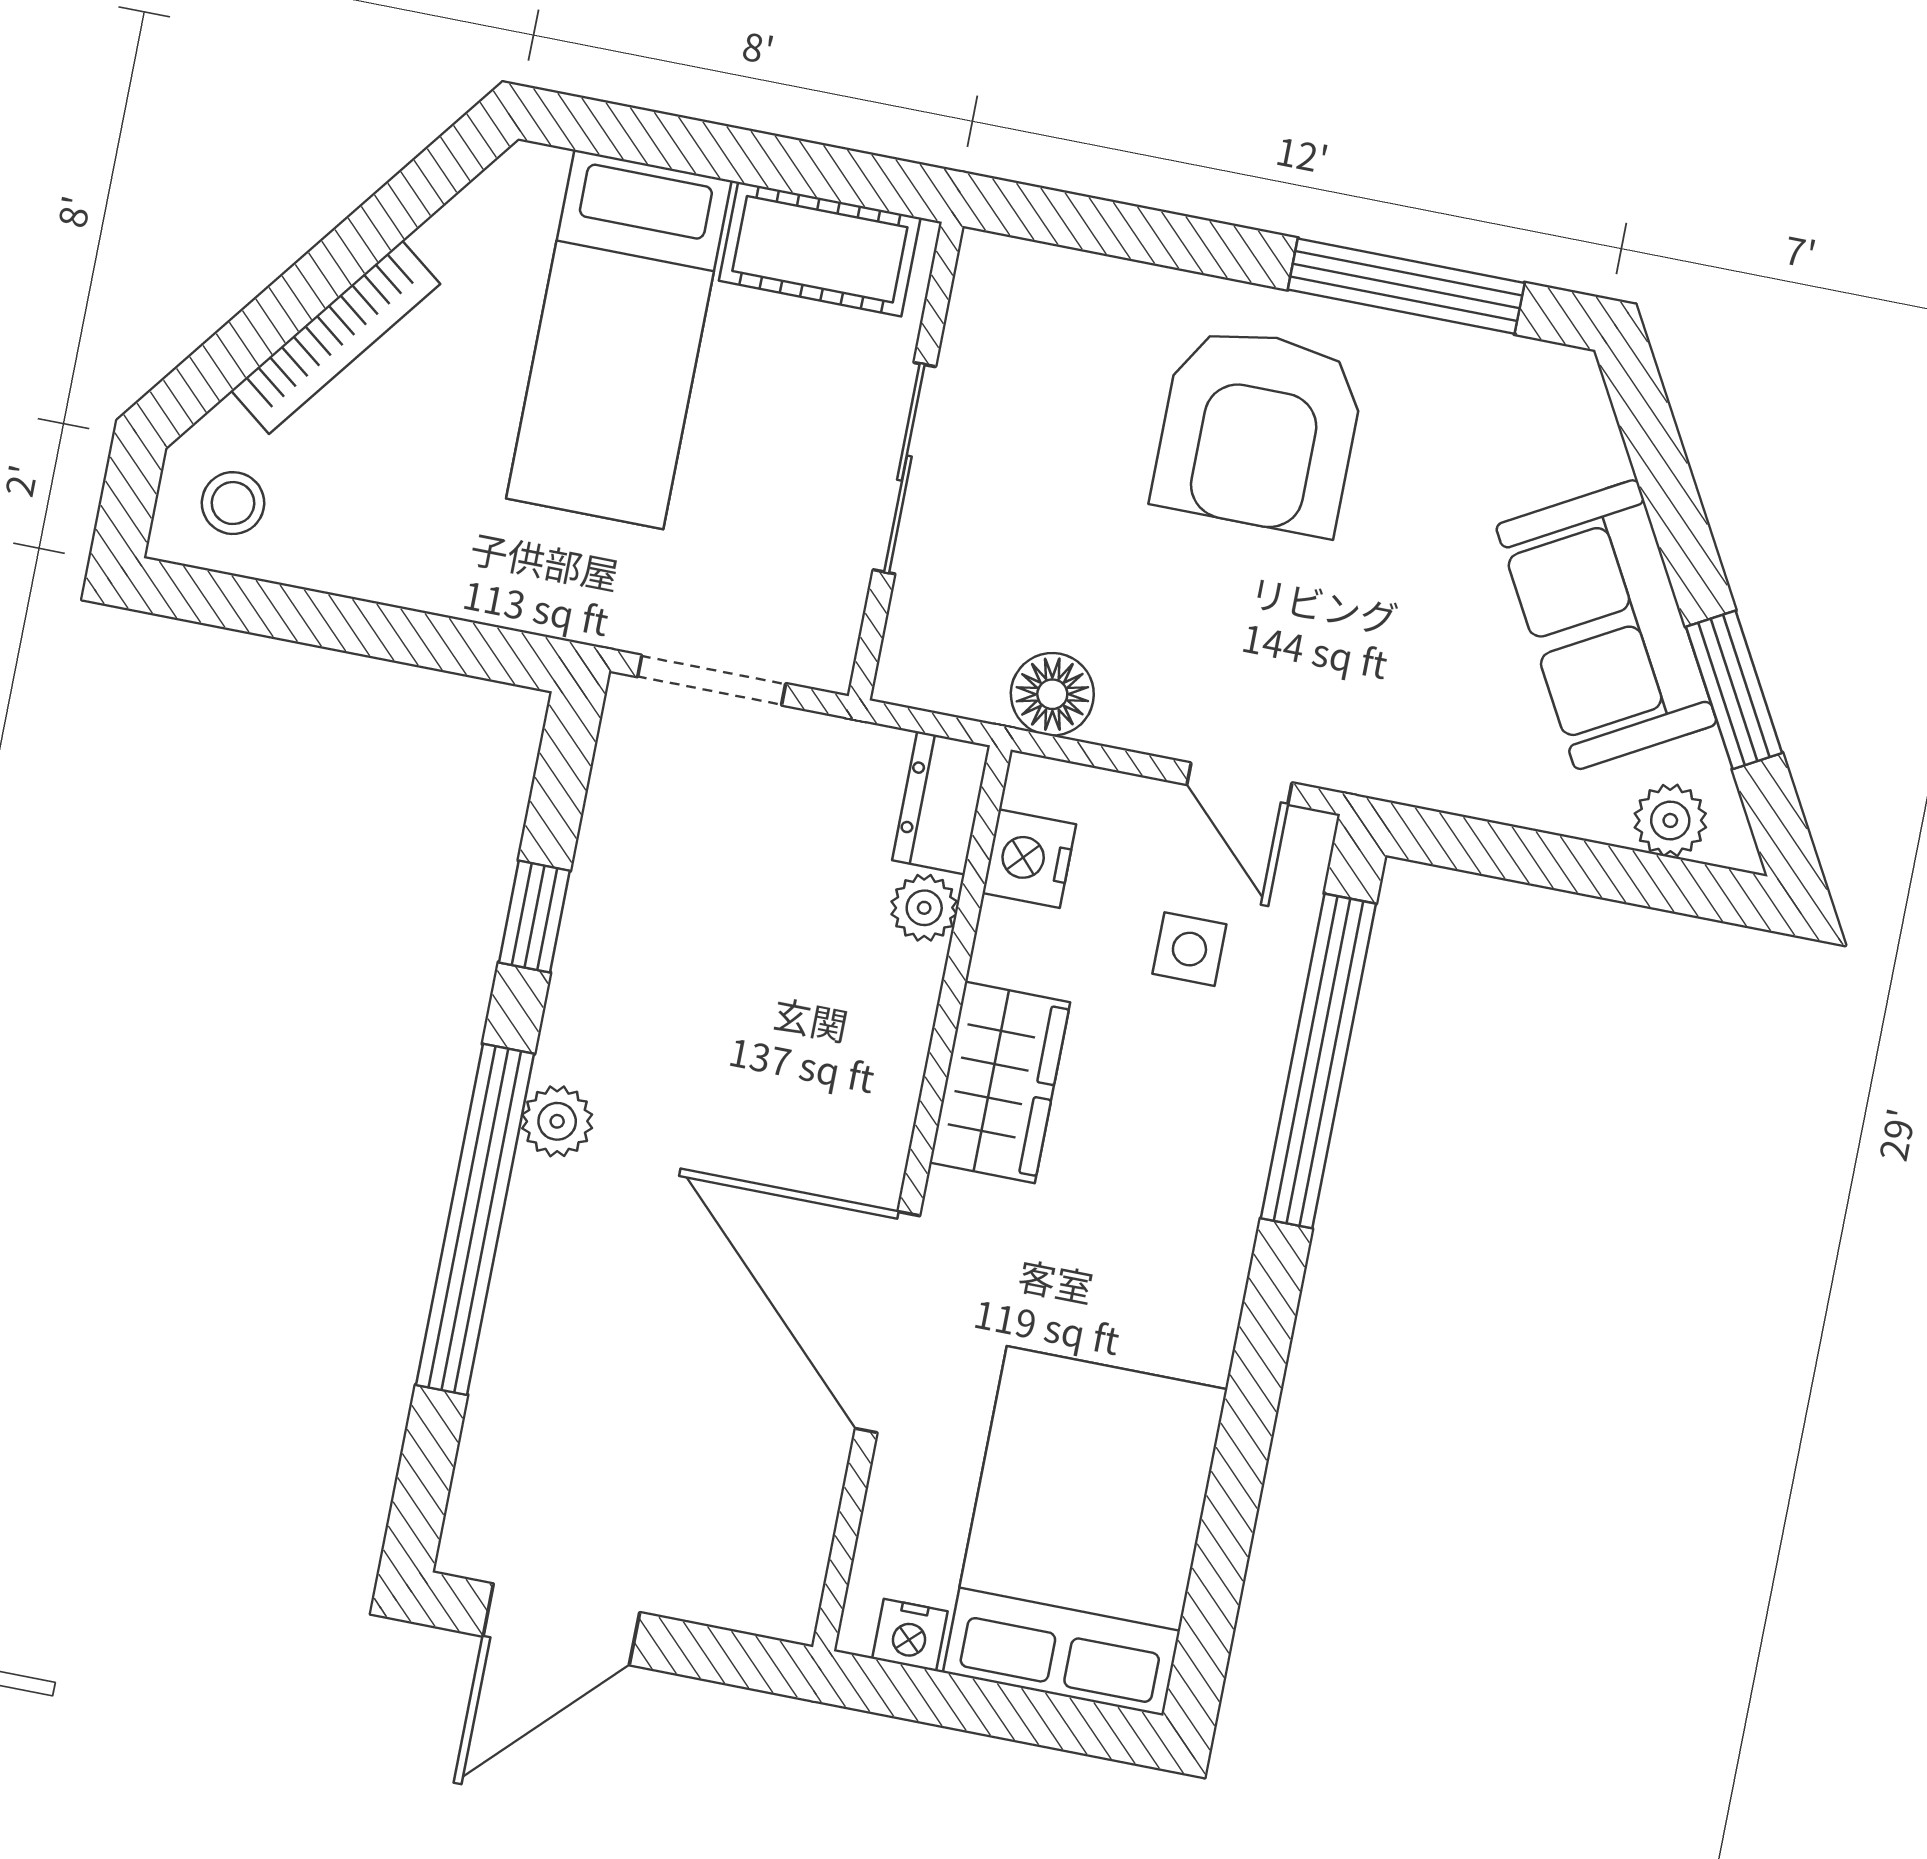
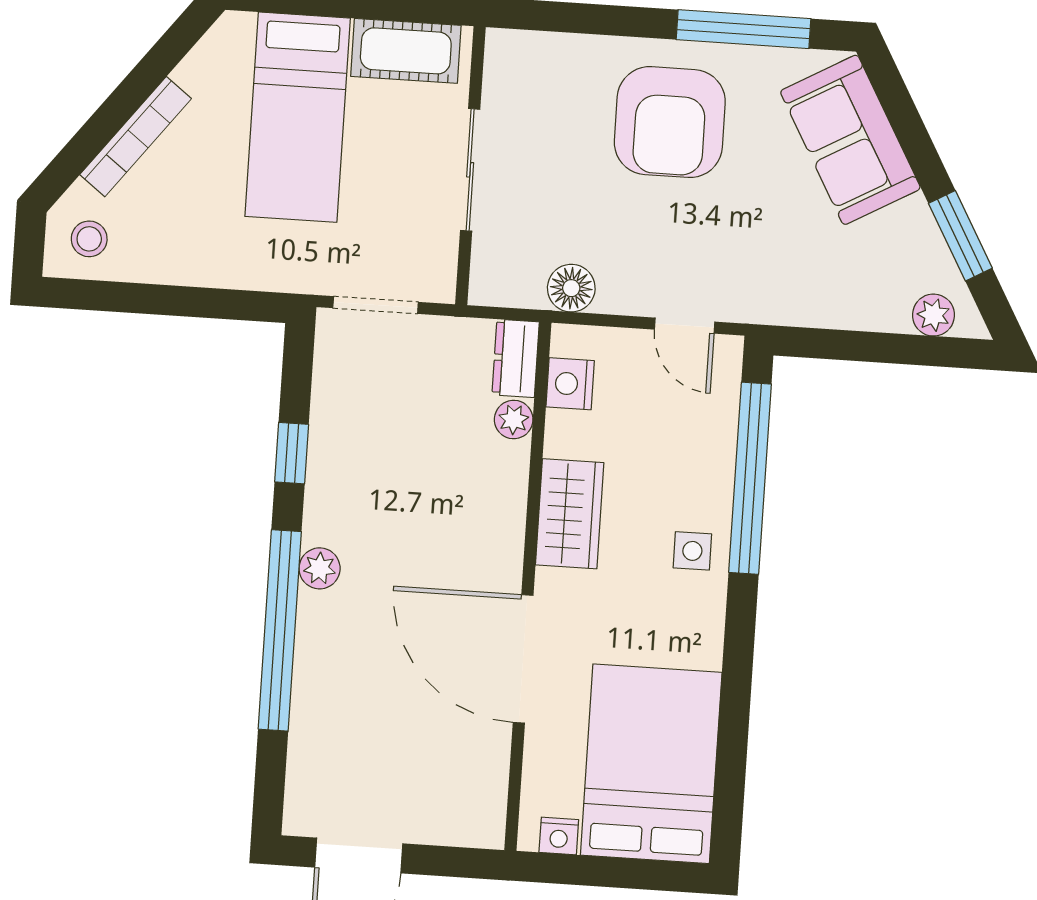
sofa: (1606, 625) -> (850, 140), moved
side table: (1189, 949) -> (692, 551), moved

